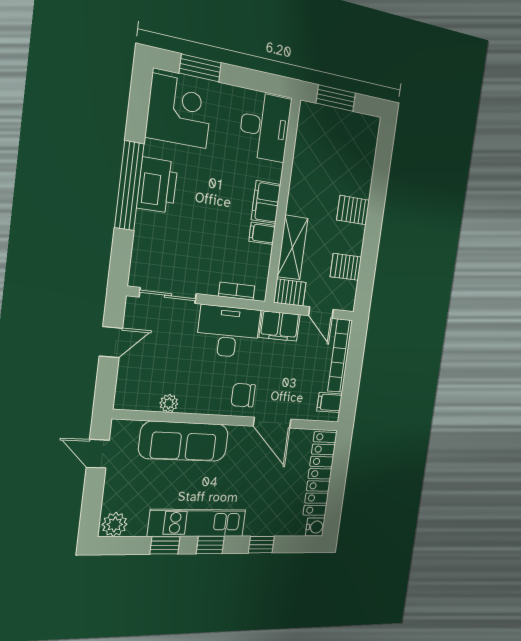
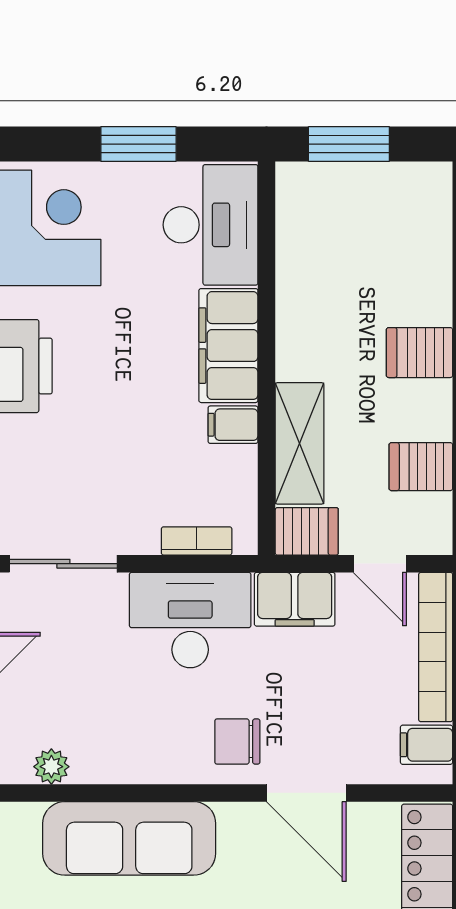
window: (200, 68) -> (138, 144), moved
filing cabinet: (266, 202) -> (228, 346), width x1.50, depth x1.17
plant: (169, 403) -> (51, 767), moved

